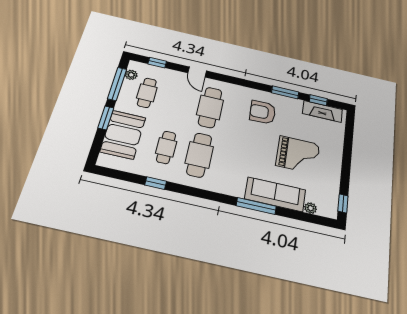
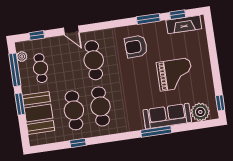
cafe table: (166, 147) -> (74, 110), width x1.37, depth x1.35
plant: (311, 208) -> (200, 112), width x1.88, depth x1.88

